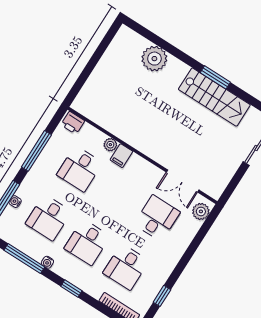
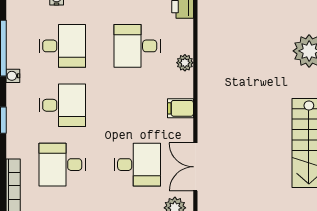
filing cabinet: (121, 156) -> (181, 108), moved
desk: (48, 218) -> (62, 46), turned 180
desk: (87, 242) -> (62, 105), turned 180

